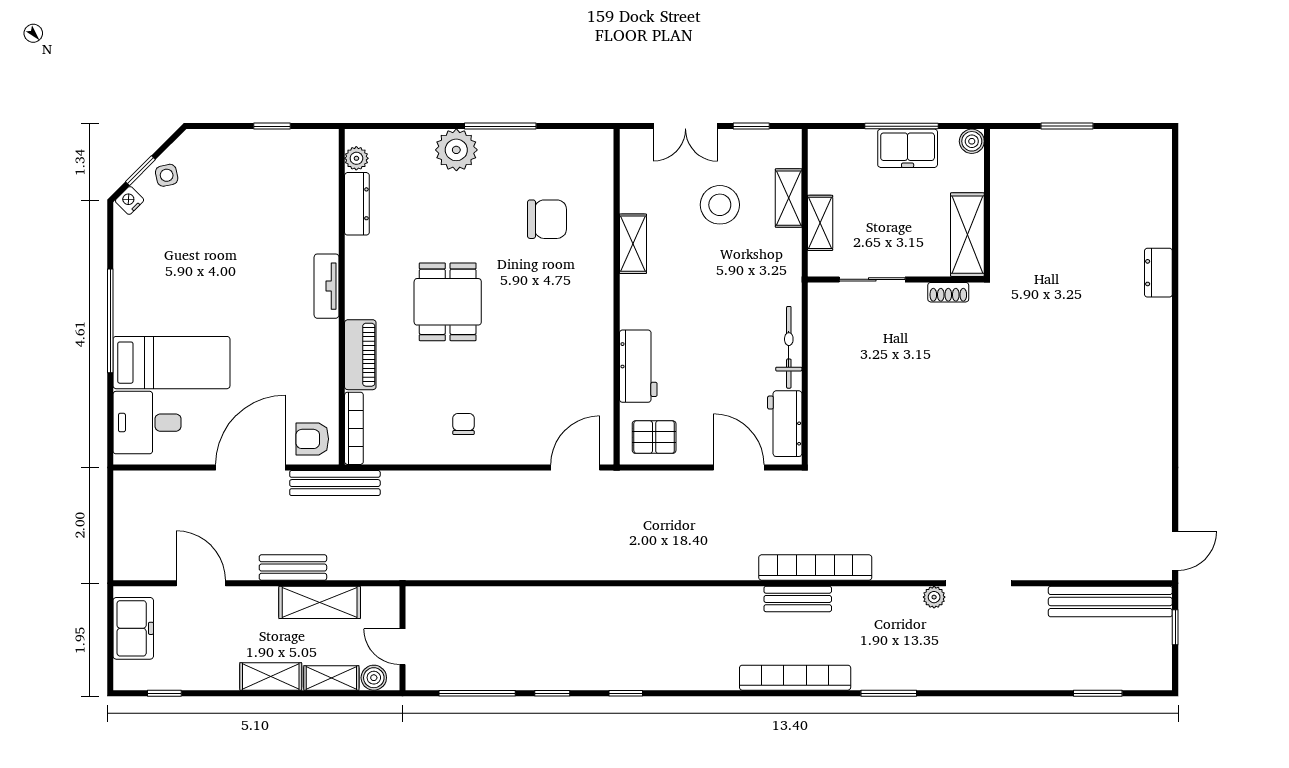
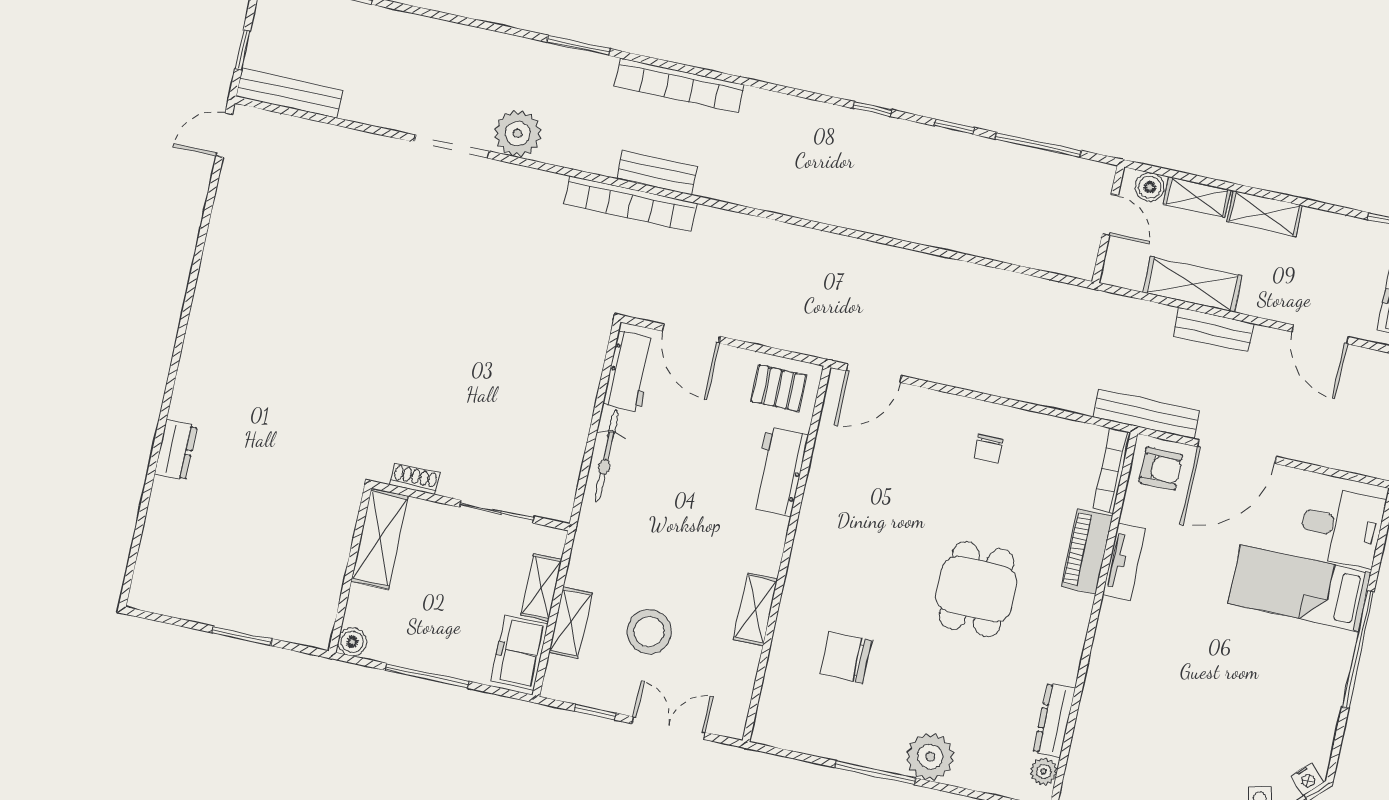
freezer: (908, 148) -> (519, 653), moved, turned -90
tv unit: (327, 286) -> (1124, 562), moved
plant: (934, 597) -> (518, 133), width x1.88, depth x1.88
bench: (1110, 602) -> (290, 93), width x0.73, depth x0.82

